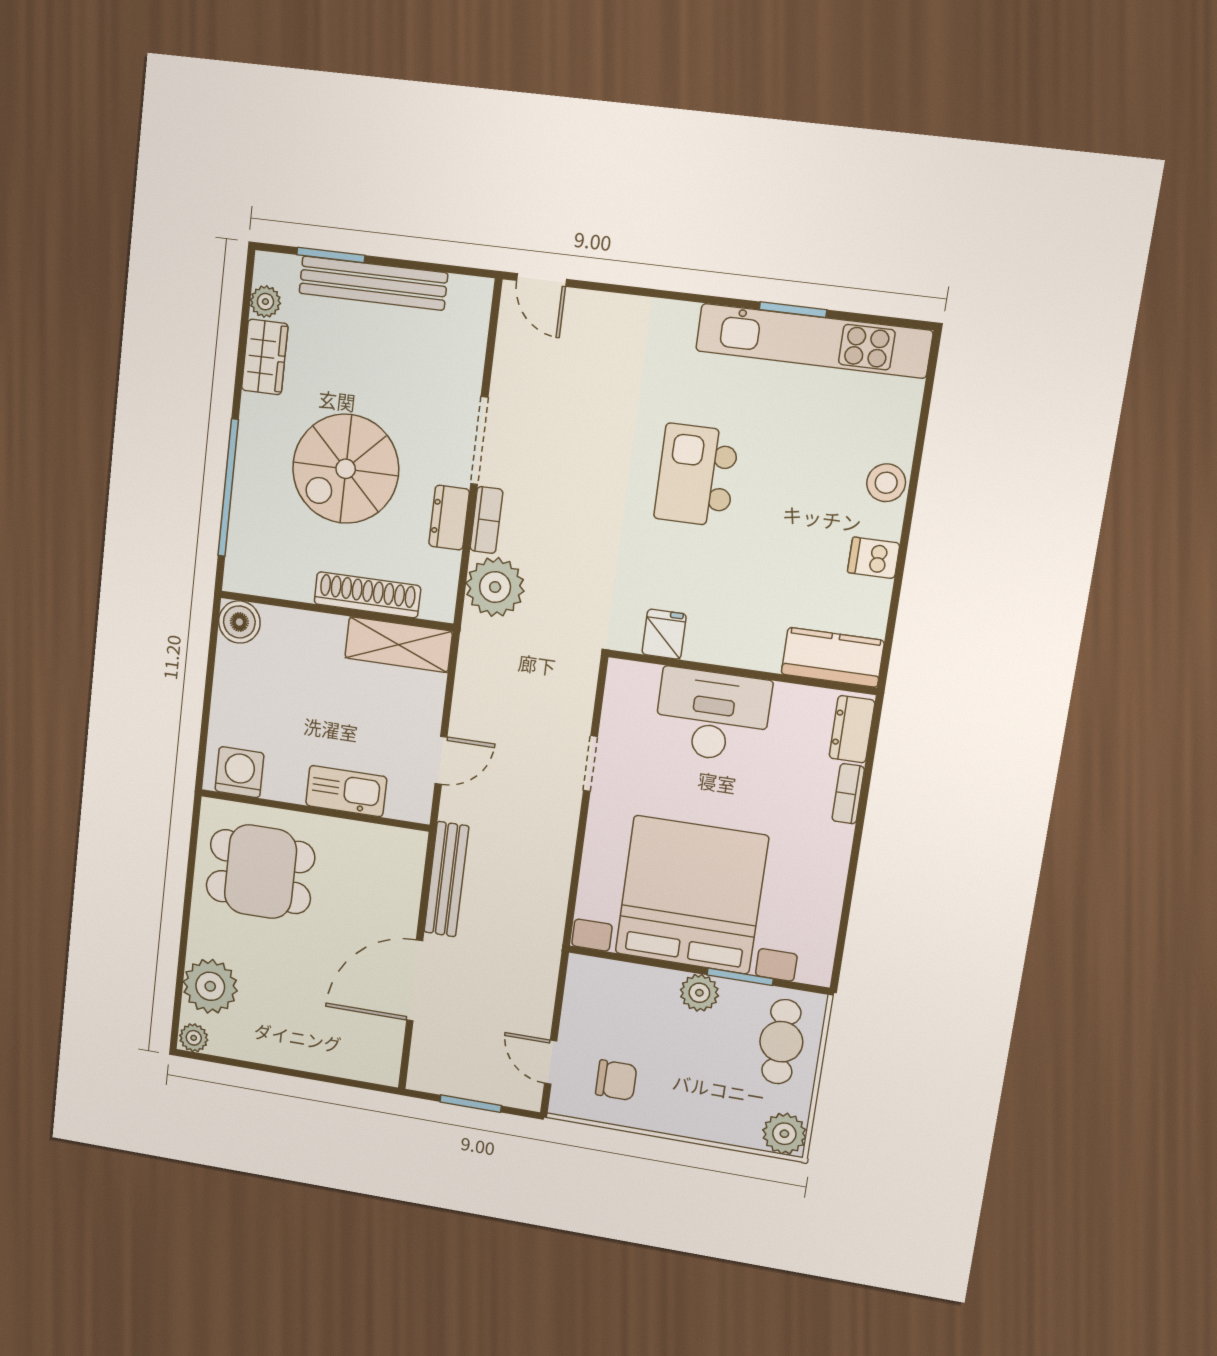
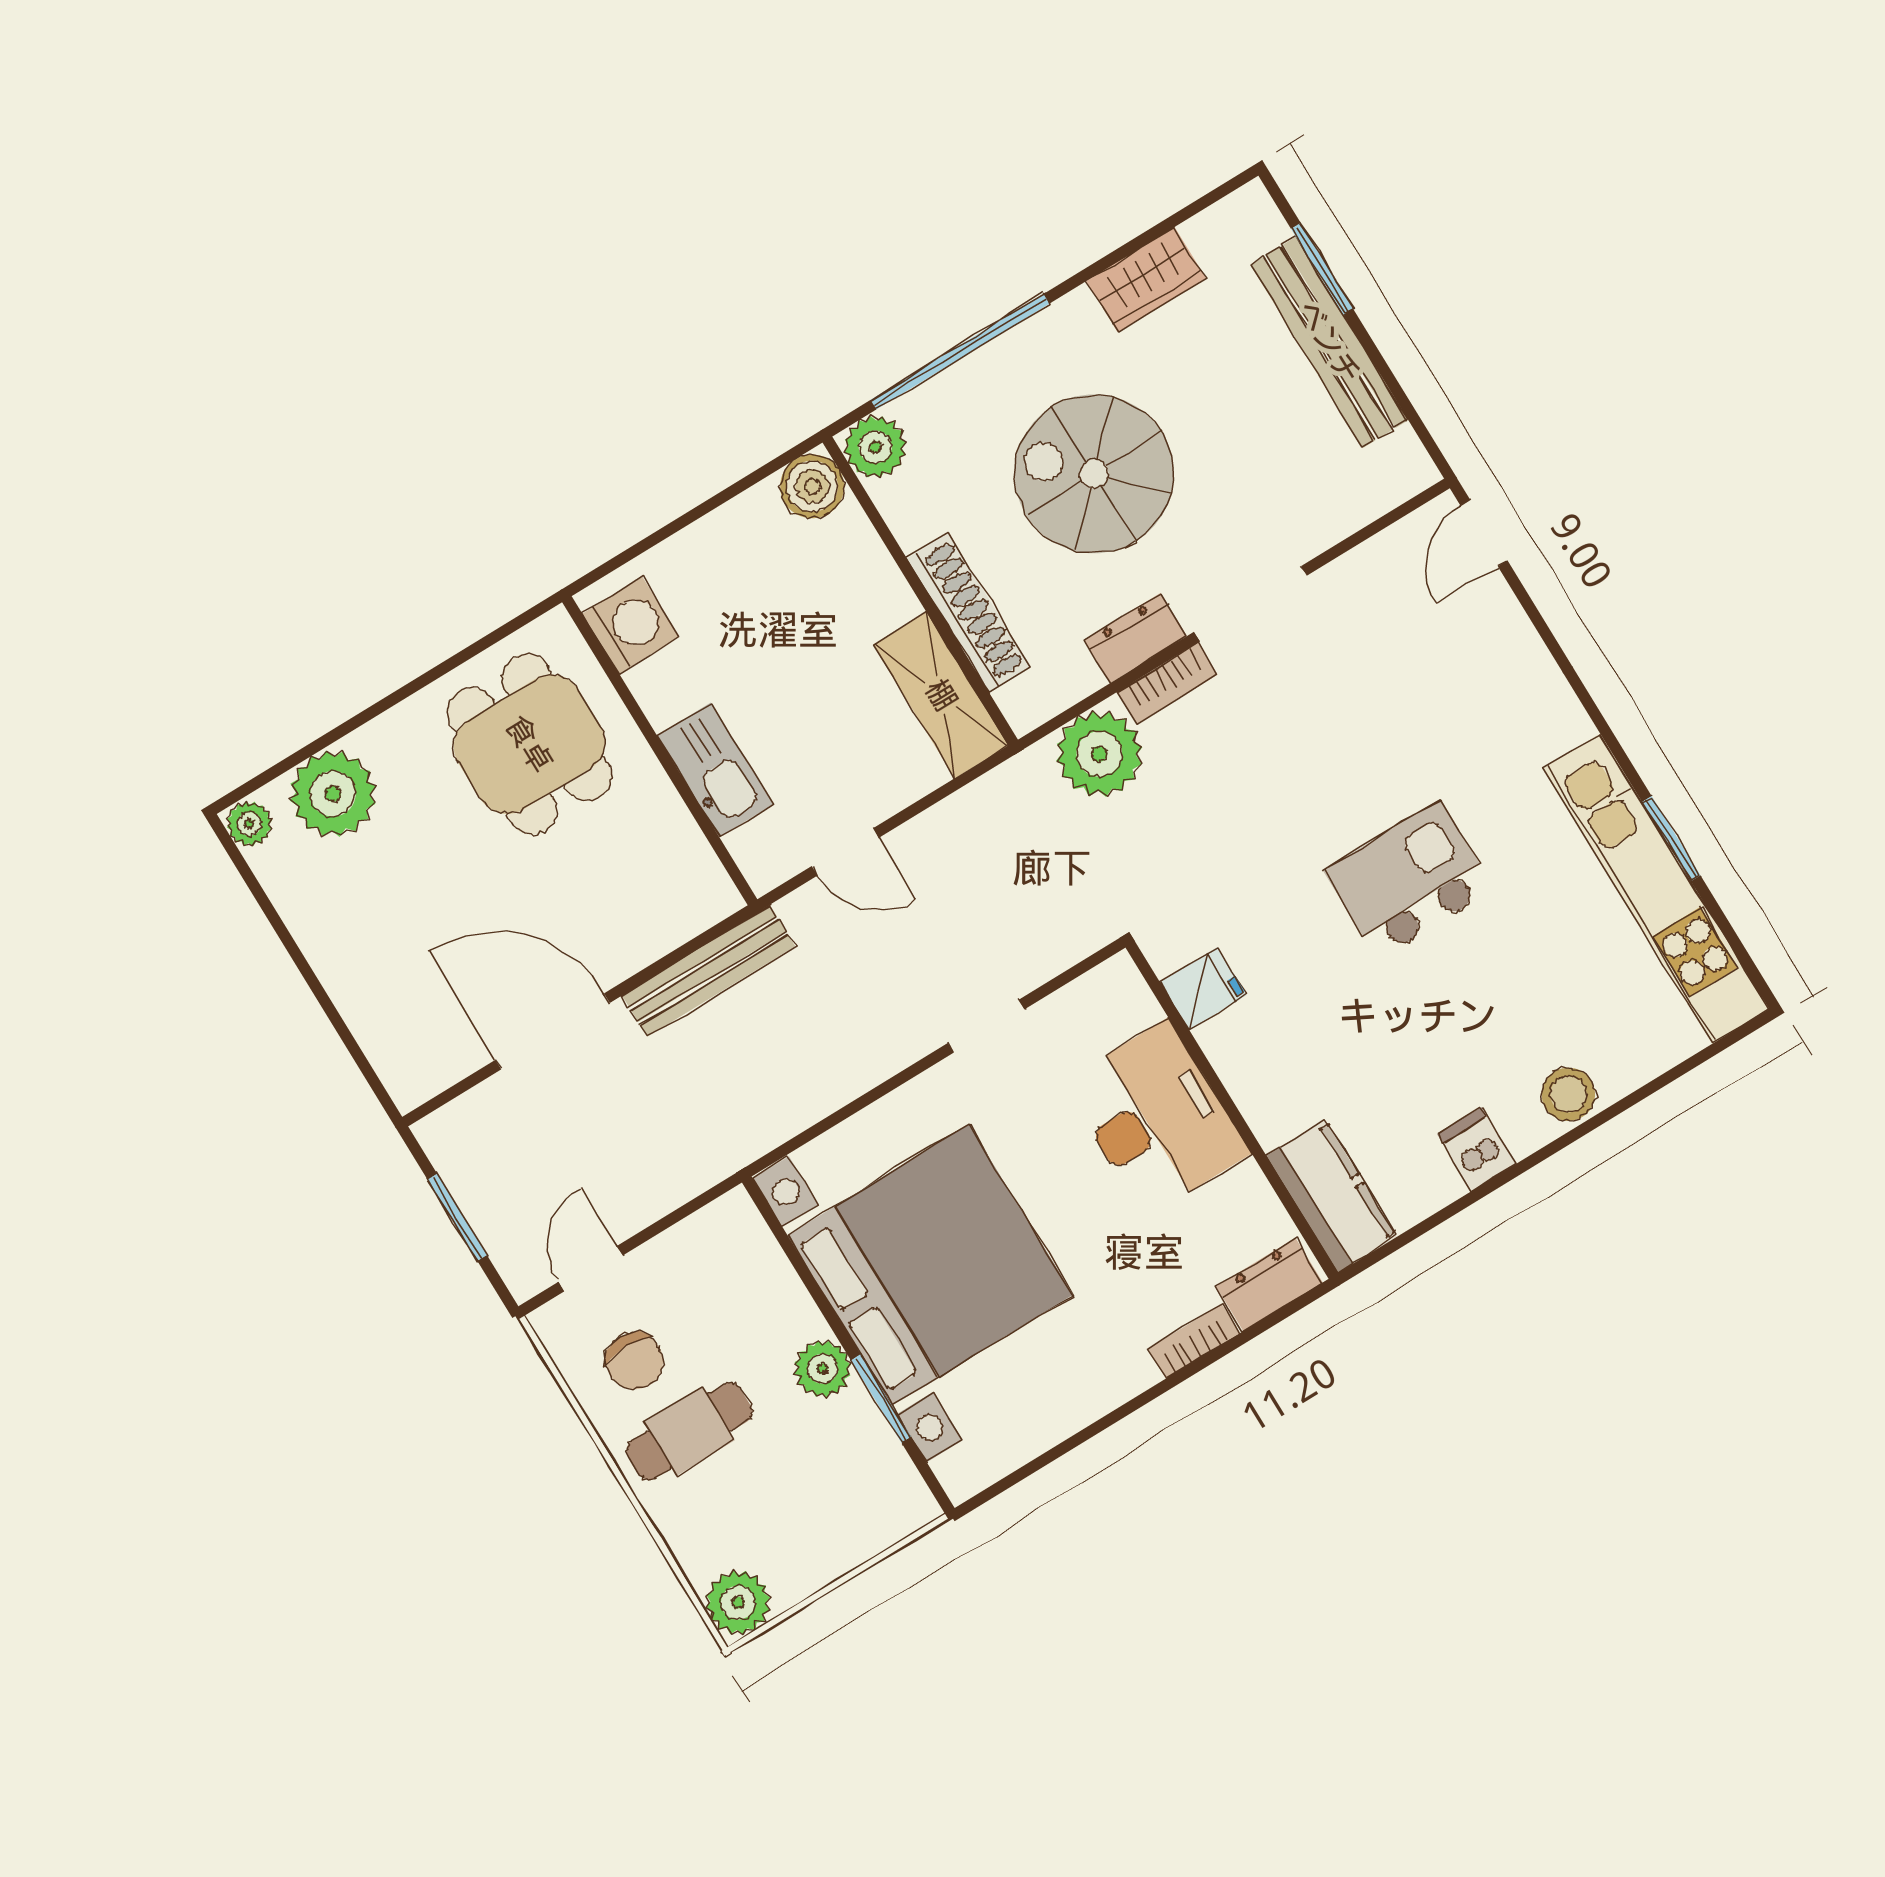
plant: (265, 302) -> (875, 447), moved, width x1.38, depth x1.38
cafe table: (781, 1042) -> (689, 1431), moved

